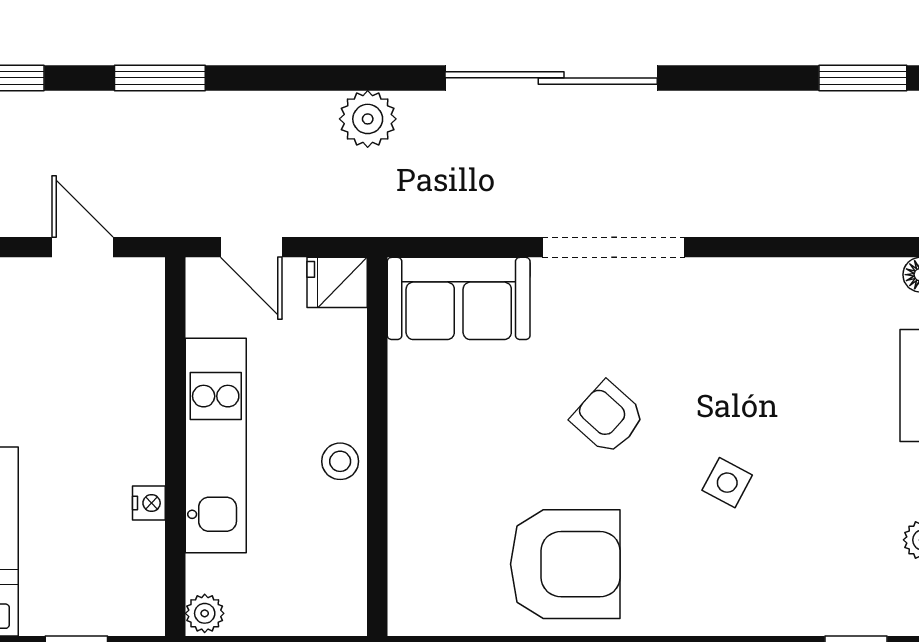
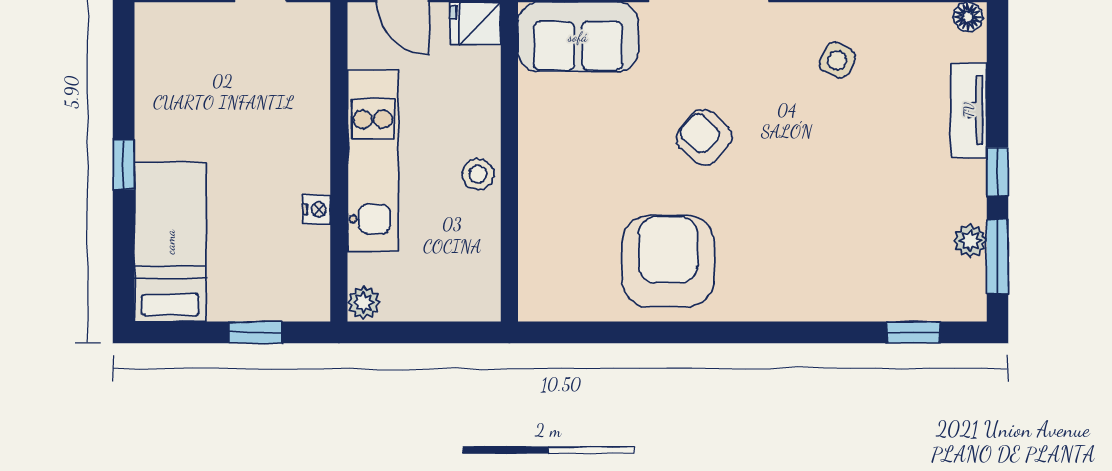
side table: (727, 483) -> (837, 60), moved
armchair: (565, 564) -> (668, 261), turned -90

